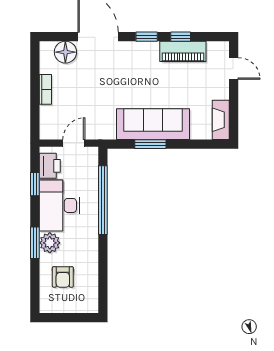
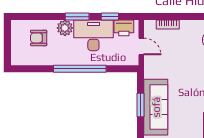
bookcase: (45, 89) -> (168, 25), moved
window: (103, 200) -> (80, 69), moved
window: (35, 243) -> (77, 17), moved

